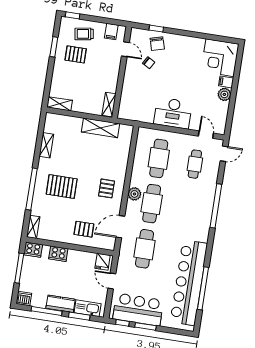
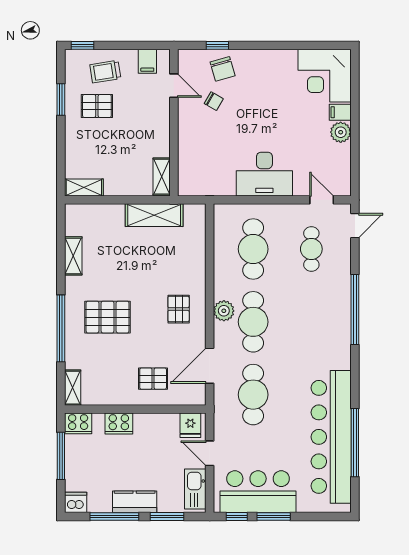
kitchen sink: (88, 308) -> (195, 489), moved, turned -90

